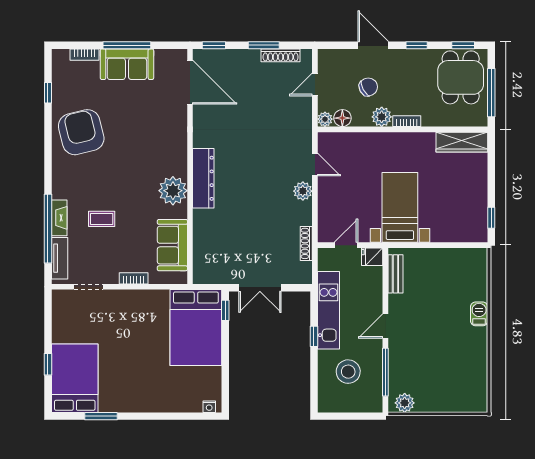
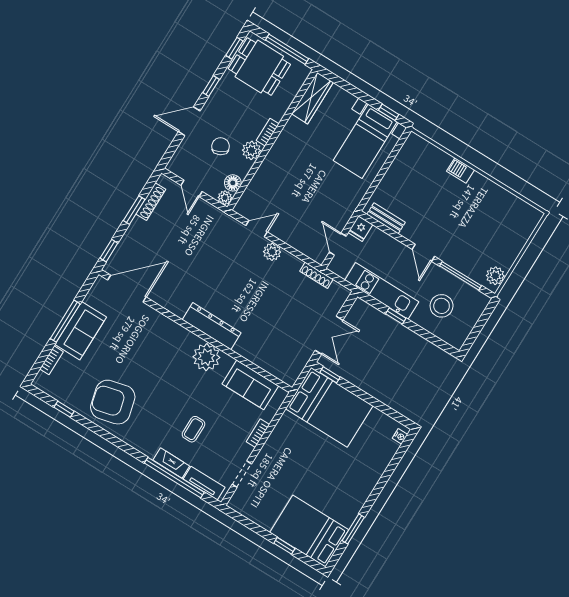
bed with nightstands: (400, 207) -> (365, 141), moved, turned -90

